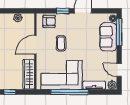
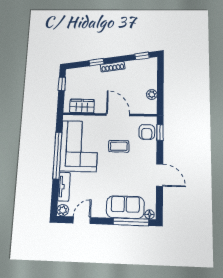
window: (63, 11) -> (160, 132), moved
wardrobe: (29, 74) -> (82, 106), width x0.67

